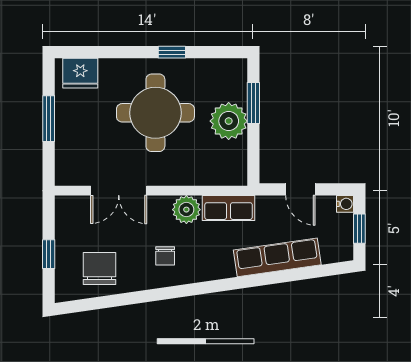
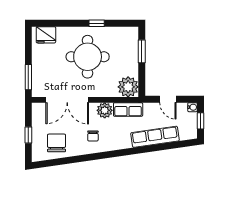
window: (49, 119) -> (28, 77), moved
plant: (229, 121) -> (128, 87), moved
double door: (119, 191) -> (67, 100), width x1.37

